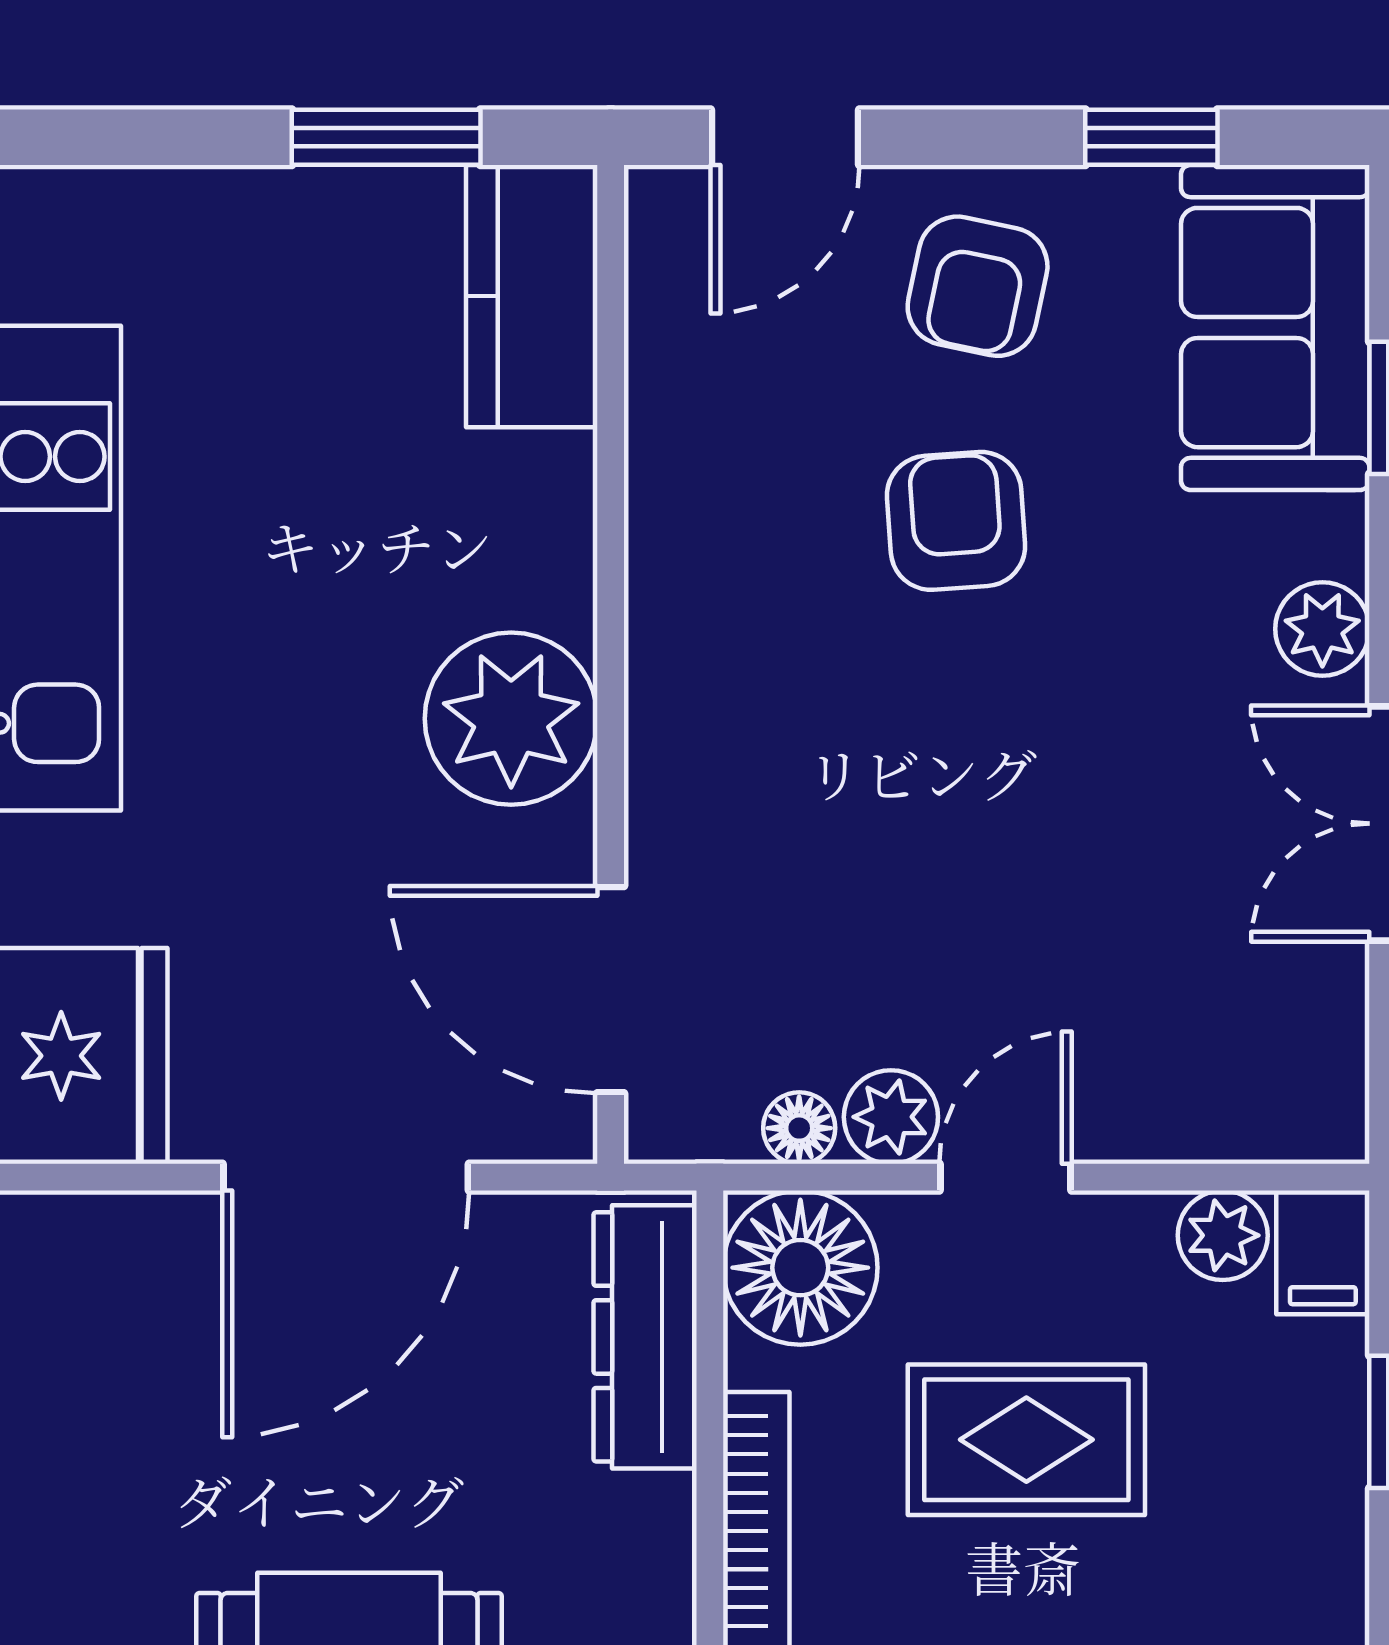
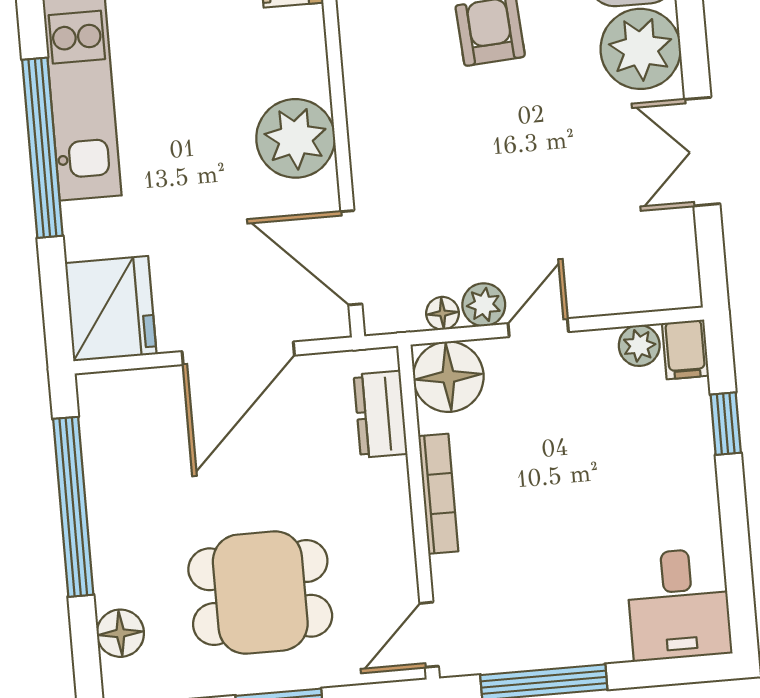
plant: (1322, 629) -> (641, 49), width x1.87, depth x1.87
dresser: (645, 1337) -> (381, 414), width x0.70
rug: (1026, 1440) -> (558, 446), removed

